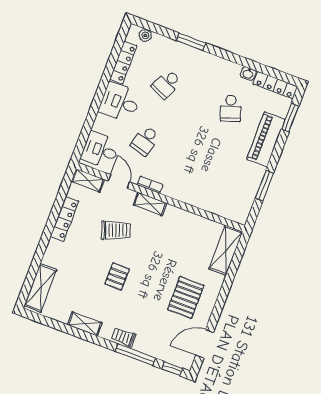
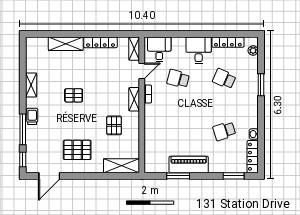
piano: (266, 139) -> (189, 164), moved
trolley: (116, 230) -> (106, 82), removed
pallet: (173, 241) -> (114, 125), added
shelving: (40, 288) -> (66, 44), moved
door: (205, 344) -> (49, 176), swing flipped

